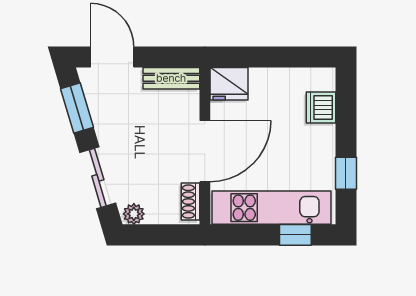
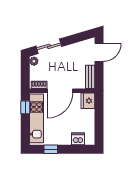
window: (77, 108) -> (78, 38), removed
door: (205, 151) -> (60, 91), hinge flipped
window: (295, 235) -> (25, 107), moved

